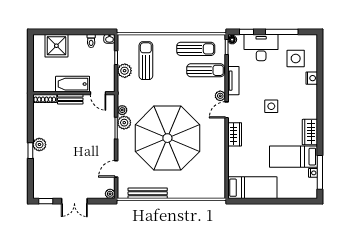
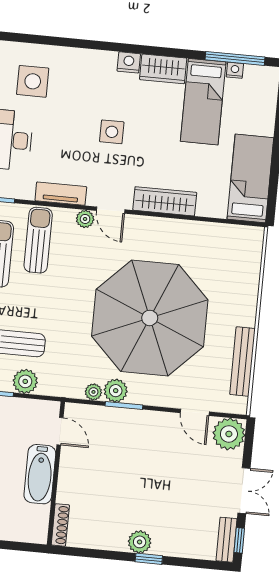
nightstand: (312, 78) -> (129, 62), moved
door: (98, 93) -> (60, 431), hinge flipped
bench: (70, 99) -> (226, 540), moved
wardrobe: (235, 134) -> (165, 201), width x1.50
plant: (110, 194) -> (229, 434), width x1.88, depth x1.88

